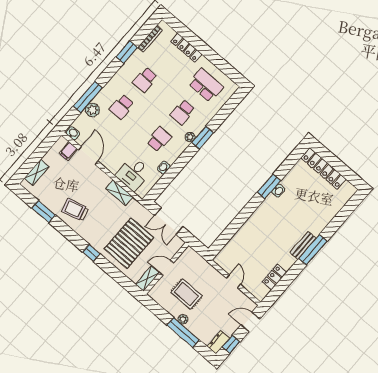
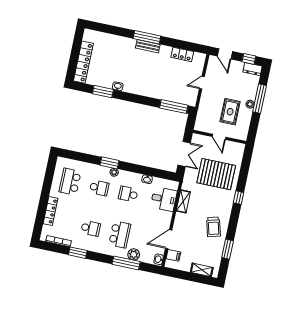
school desk: (122, 107) -> (120, 234), width x1.85
window: (269, 186) -> (103, 92), moved
window: (225, 238) -> (174, 107), added
shelving: (147, 279) -> (235, 146), removed

